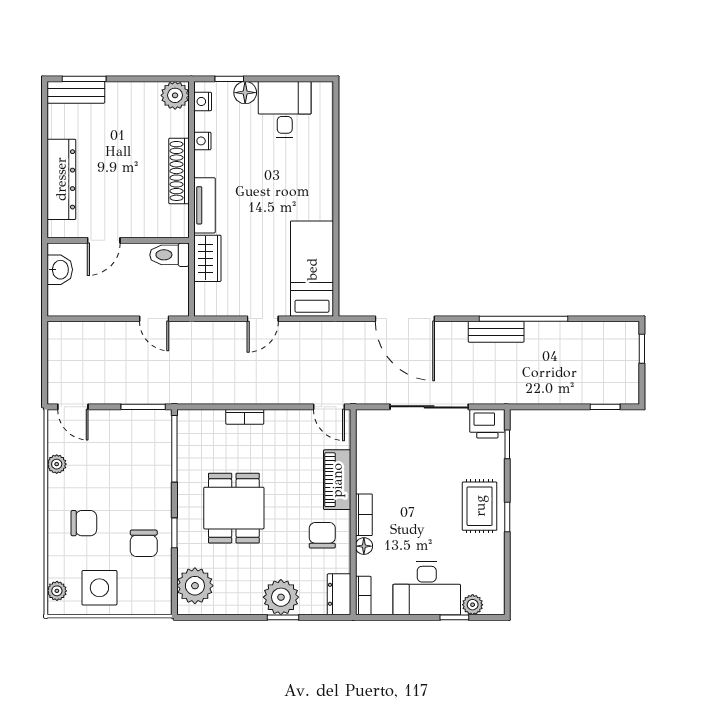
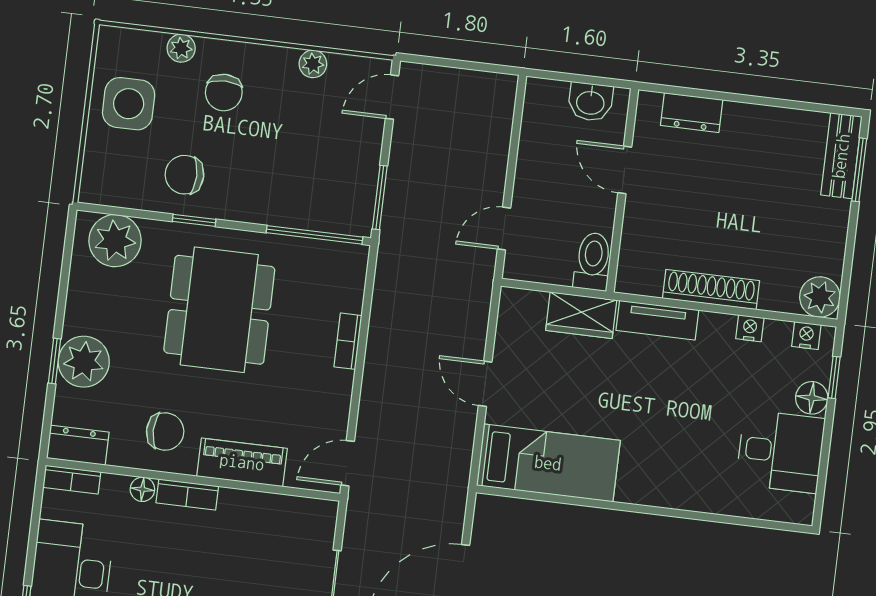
dresser: (61, 179) -> (692, 113), width x0.51, depth x0.80
dining table: (234, 508) -> (219, 310), width x1.38
plant: (57, 591) -> (181, 48), moved

